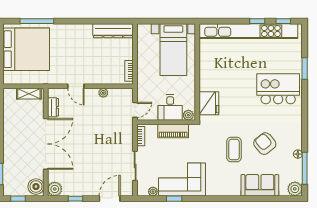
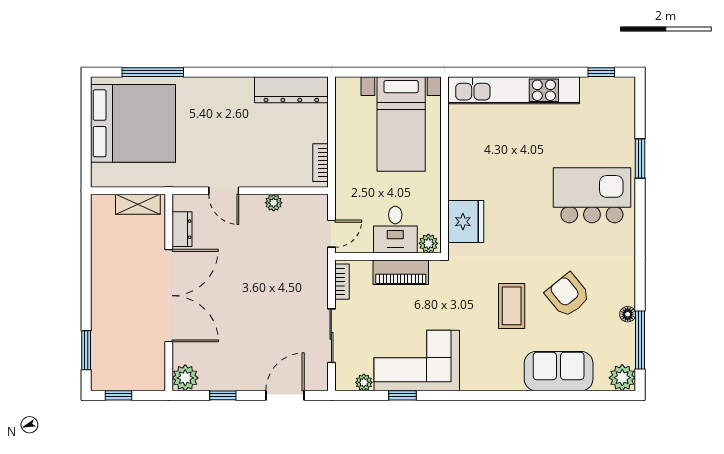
window: (257, 21) -> (554, 72), removed
kitchen unit: (248, 31) -> (514, 90), width x0.73
boiler: (36, 187) -> (151, 373), removed

